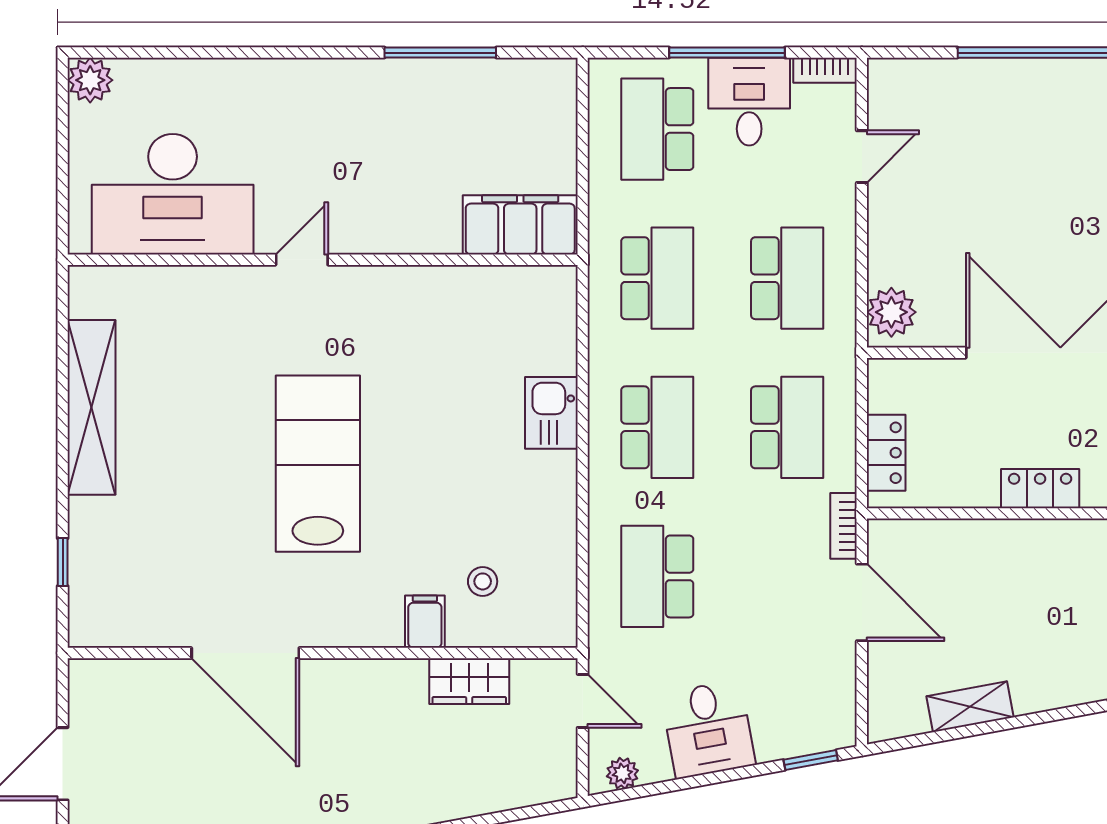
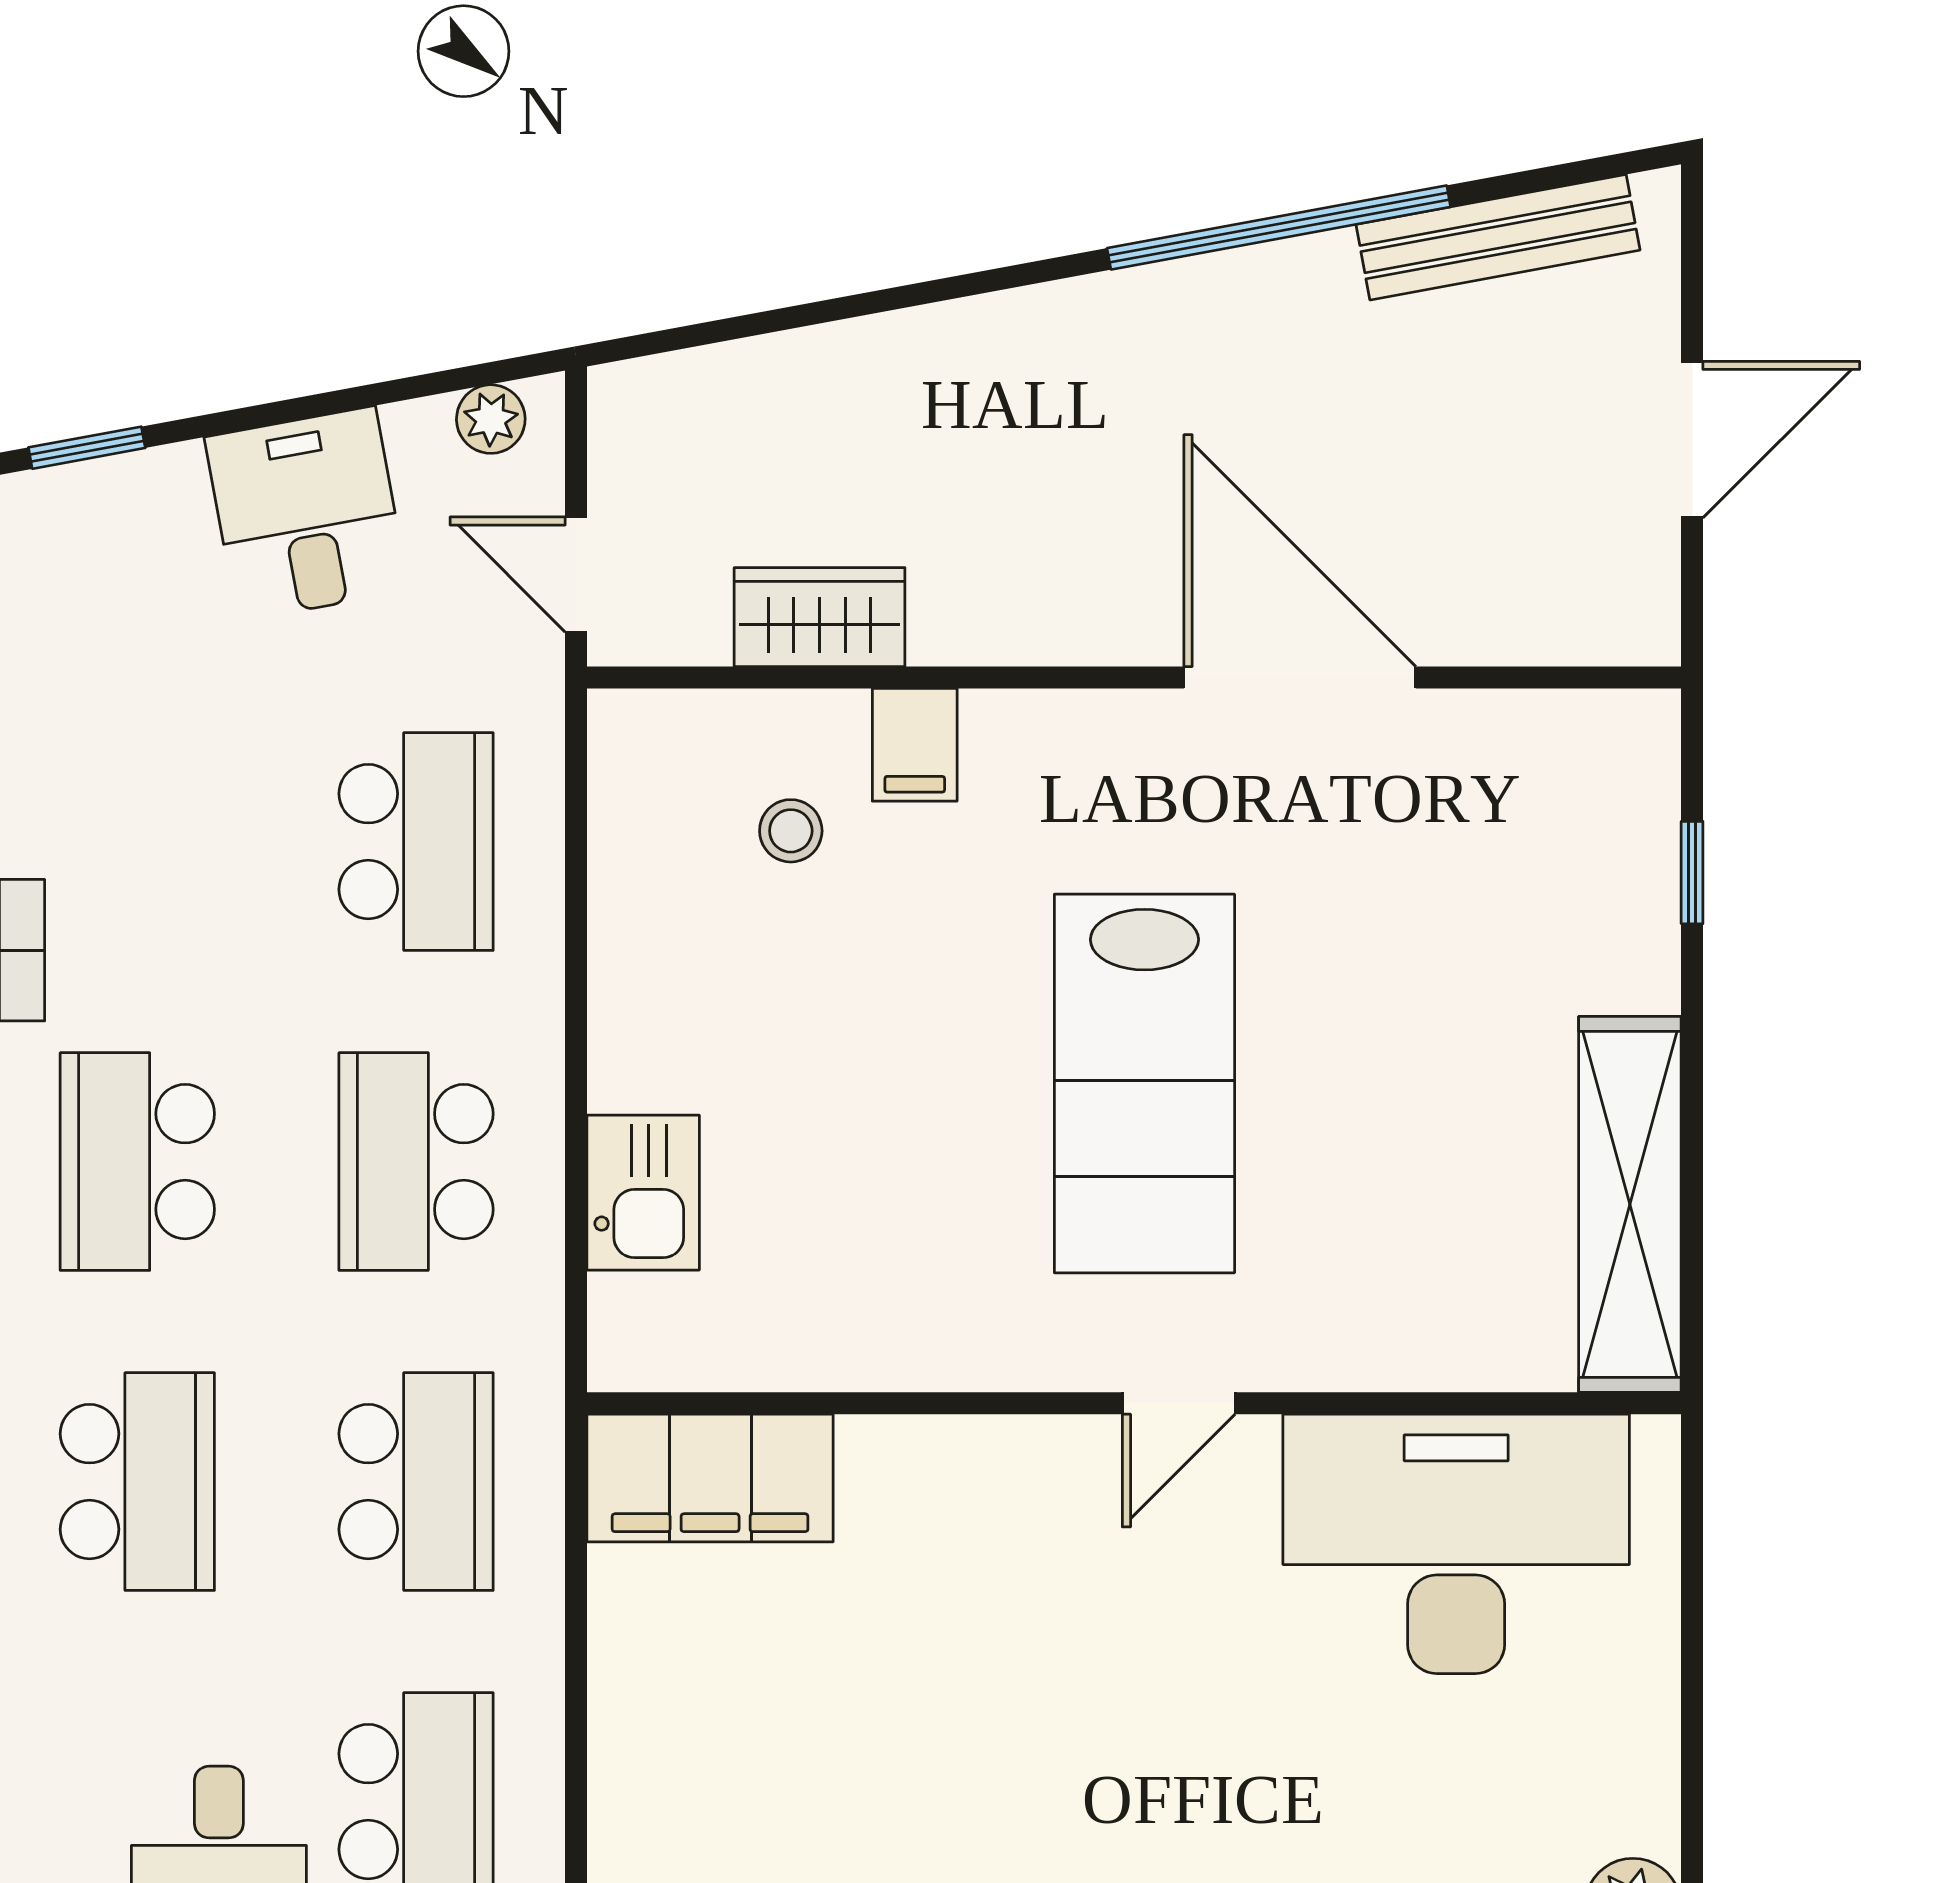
desk: (173, 194) -> (1456, 1544), moved
filing cabinet: (520, 225) -> (710, 1478), moved
door: (302, 260) -> (1179, 1403), moved
wall: (323, 260) -> (1134, 1403), moved
school desk: (657, 278) -> (416, 1482), turned 180
school desk: (787, 278) -> (137, 1482), turned 180

